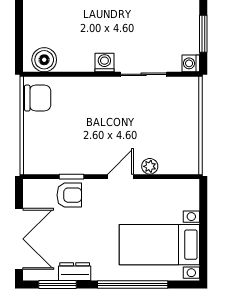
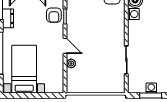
washing machine: (104, 62) -> (133, 14), moved
washing machine: (191, 63) -> (151, 88), moved

